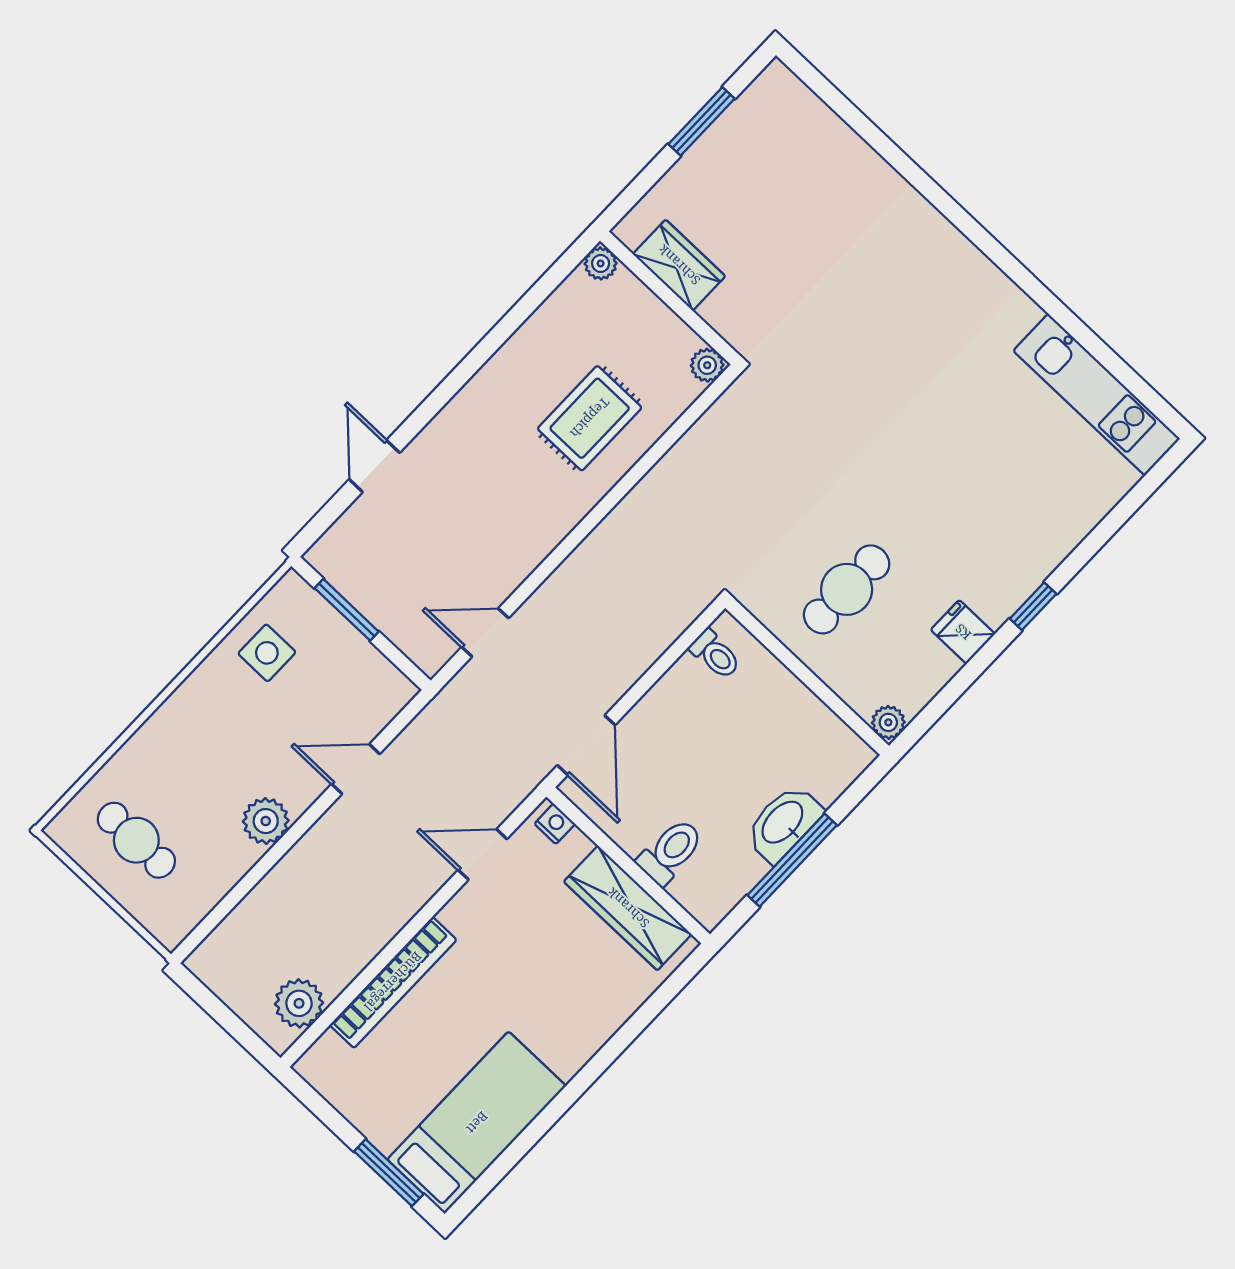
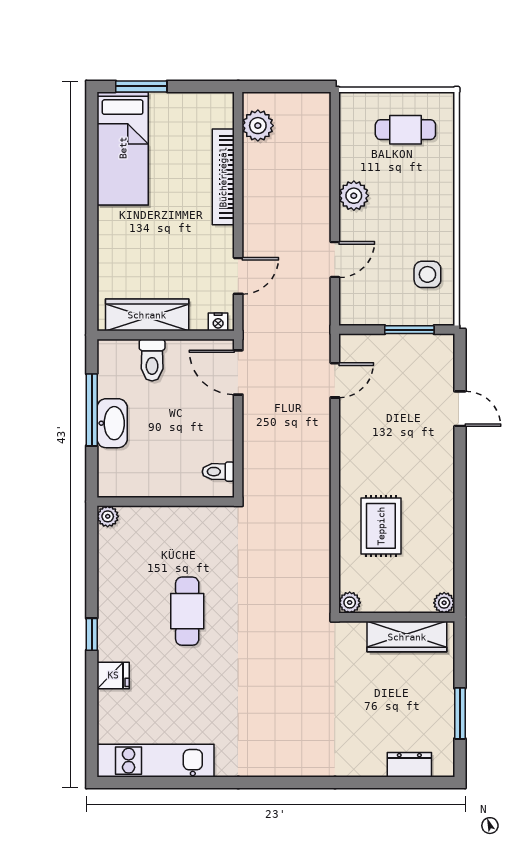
dresser: (814, 118) -> (409, 765), added
wardrobe: (679, 265) -> (407, 637), width x1.50
cafe table: (847, 589) -> (187, 611), moved
fridge: (963, 632) -> (113, 675), moved

